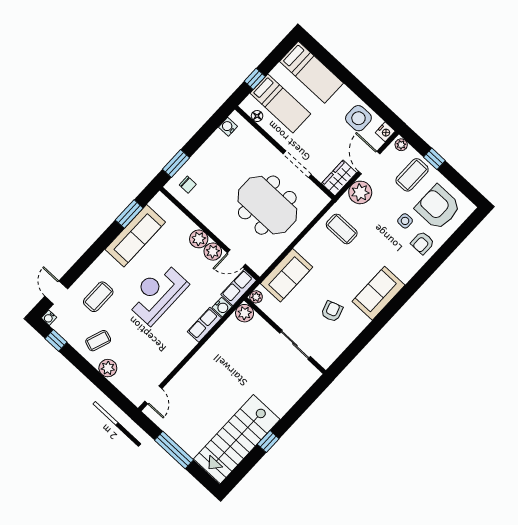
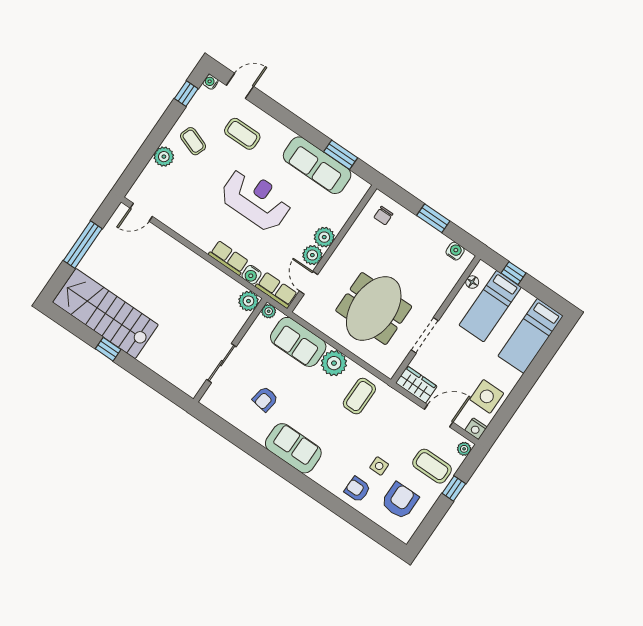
window: (176, 164) -> (433, 218), moved
plant: (360, 192) -> (334, 363), moved
armchair: (438, 207) -> (400, 501), width x0.73, depth x0.73
armchair: (332, 311) -> (265, 399), turned 118

